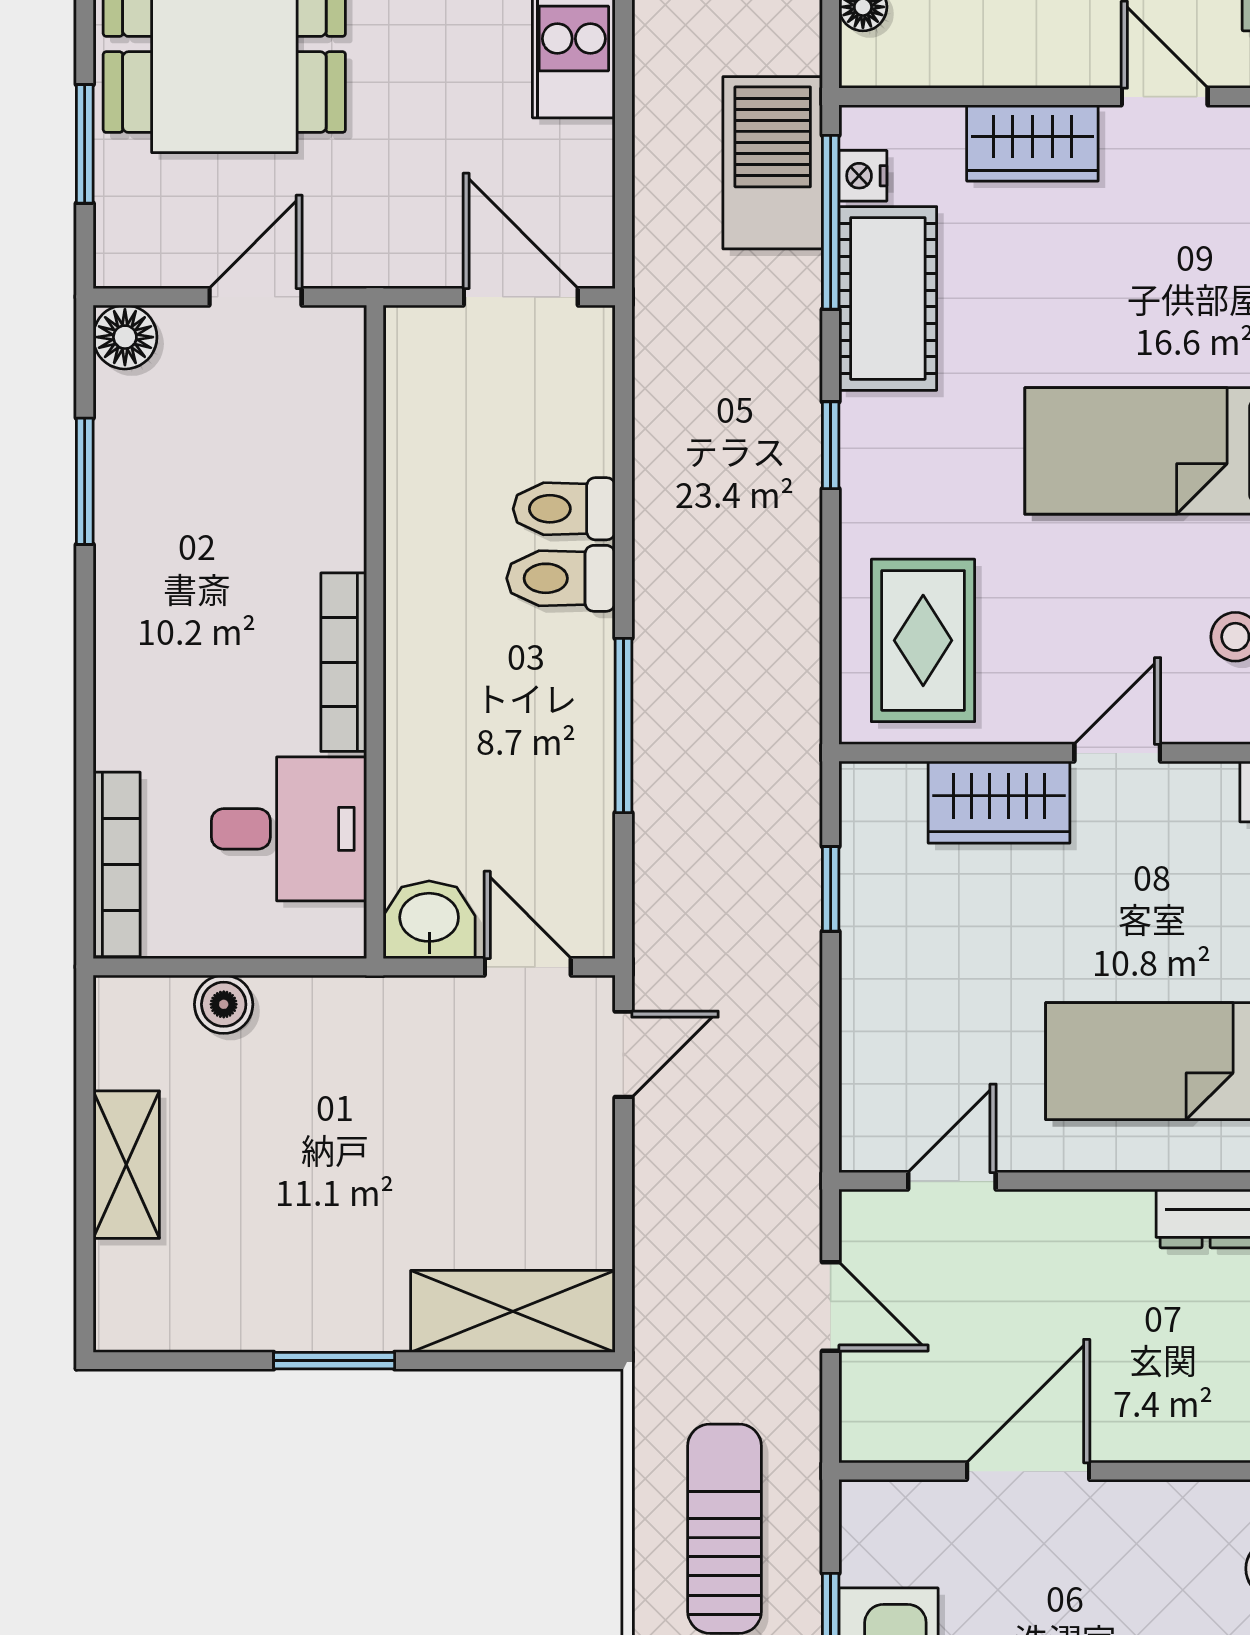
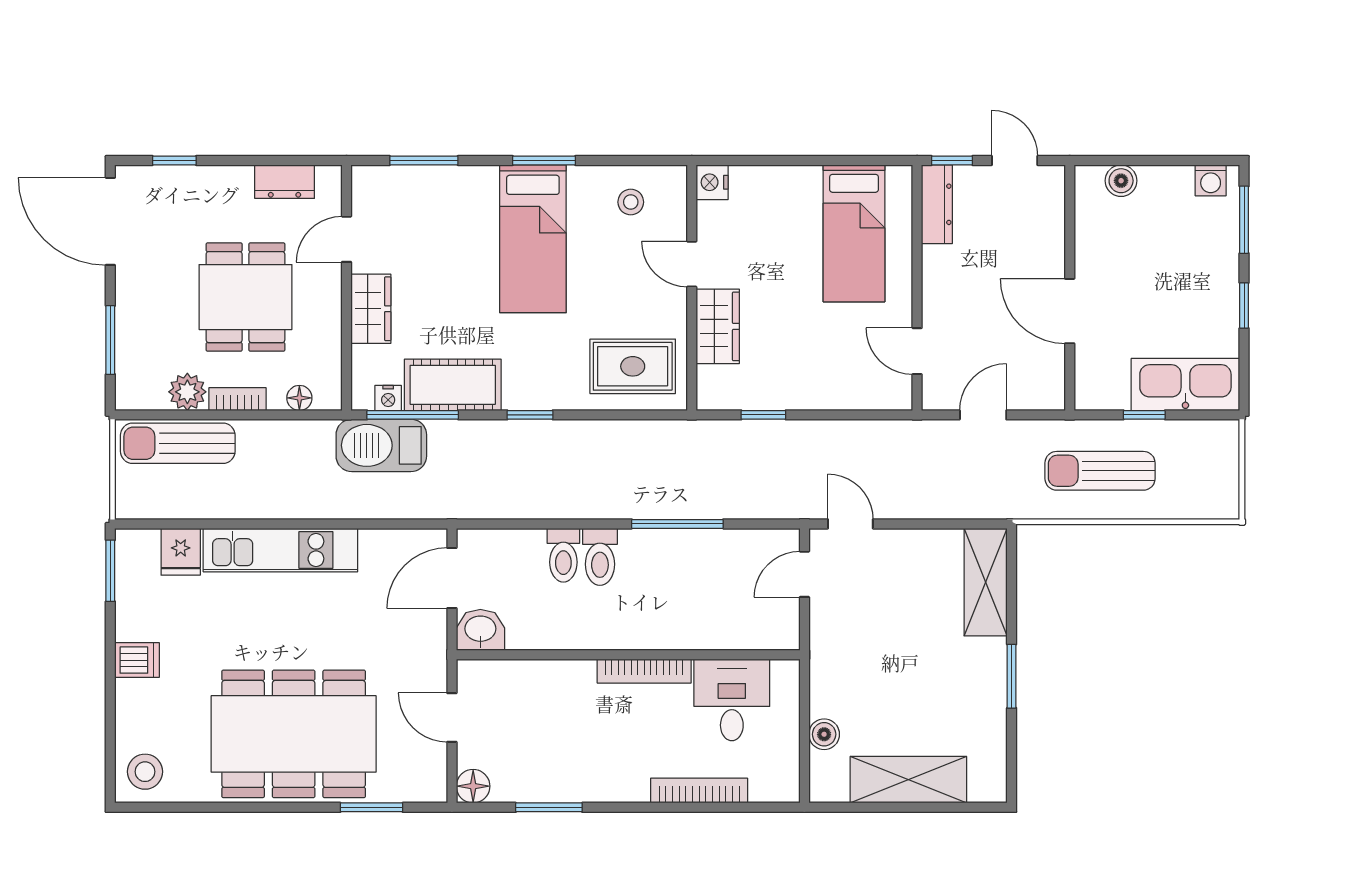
bookcase: (117, 864) -> (699, 791), moved
washbasin: (429, 920) -> (480, 630), moved, turned 90
shelving: (126, 1165) -> (908, 780), width x1.50, depth x1.33

